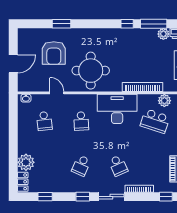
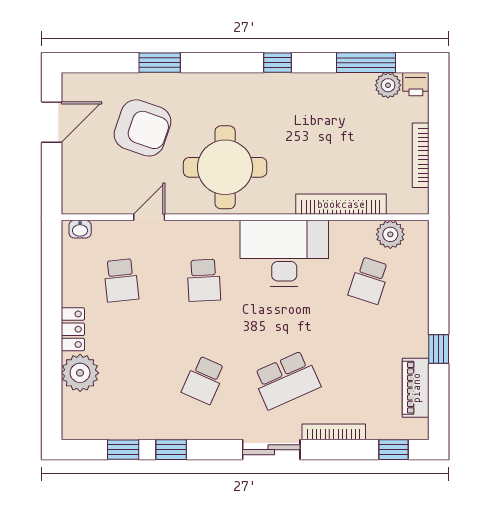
window: (127, 24) -> (277, 63), moved
armchair: (54, 53) -> (143, 128), turned -71
door: (13, 64) -> (52, 122), moved
door: (57, 93) -> (149, 217), hinge flipped
school desk: (155, 121) -> (369, 280), width x0.54
school desk: (118, 165) -> (286, 380), width x1.85
locker: (23, 182) -> (73, 329), moved
window: (83, 197) -> (171, 450), moved

